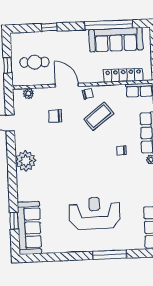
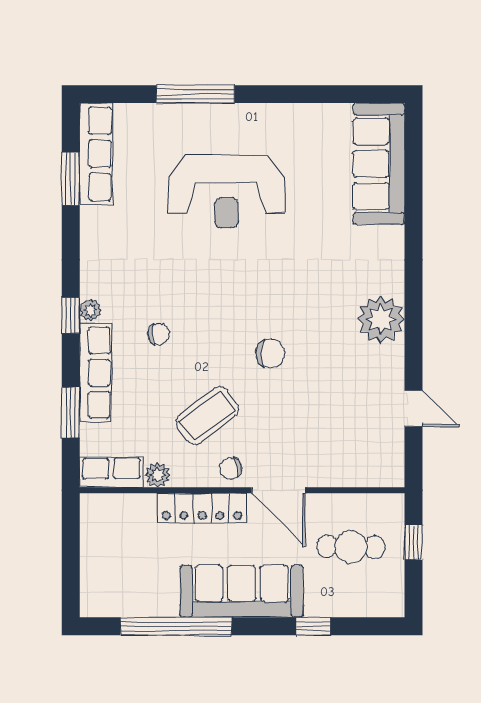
sofa: (116, 40) -> (242, 591), moved
locker: (123, 75) -> (202, 508), moved
plant: (28, 94) -> (158, 475), moved
chair: (55, 116) -> (270, 353), moved
window: (14, 221) -> (414, 182), removed

